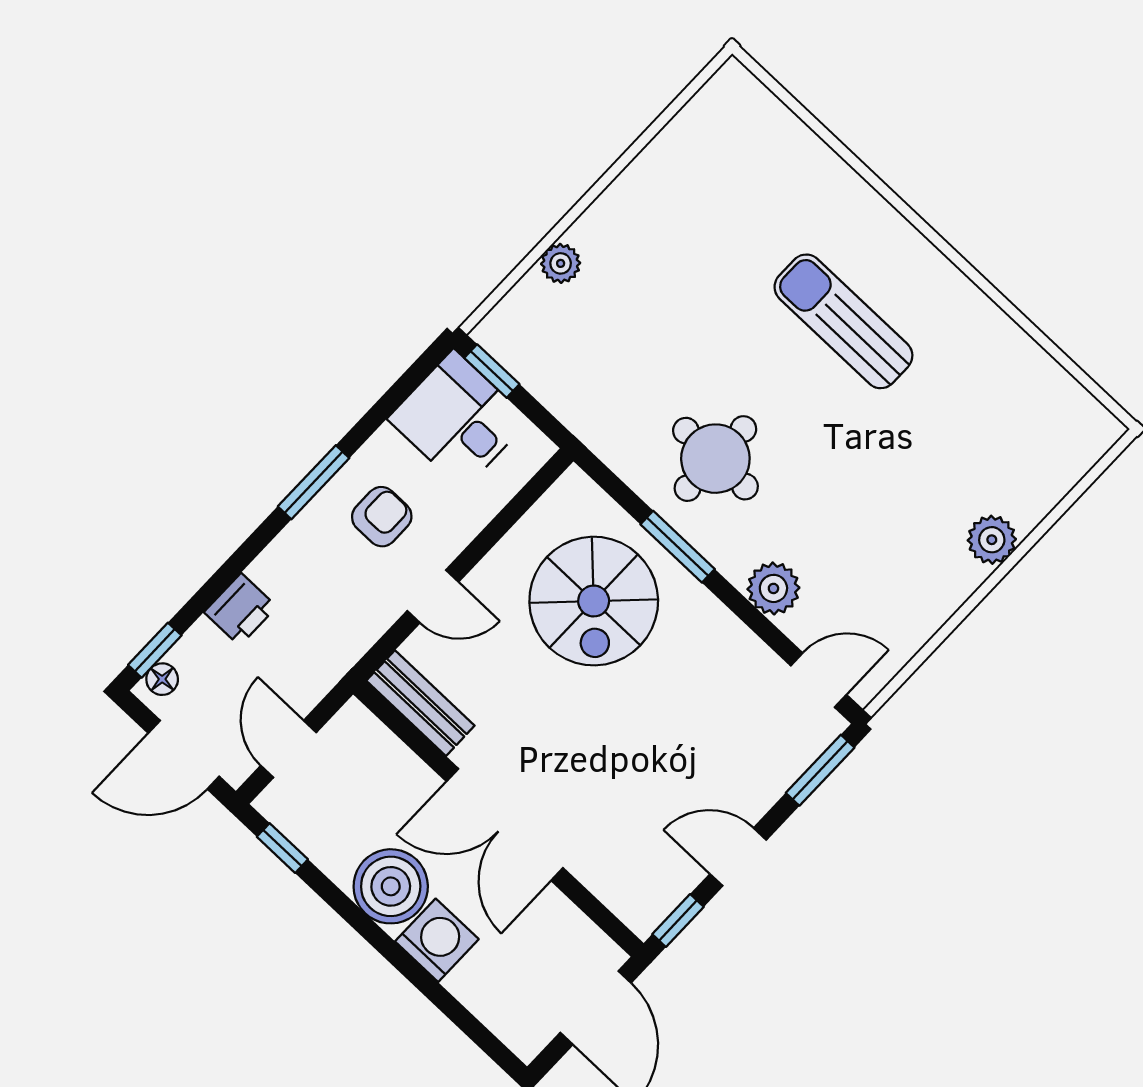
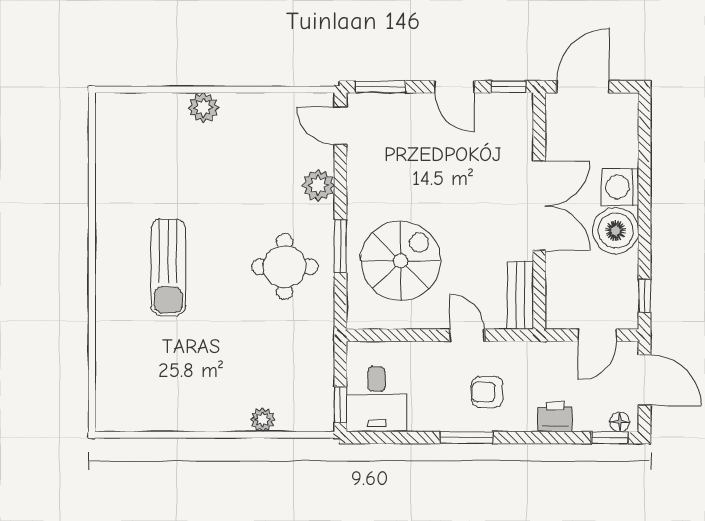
armchair: (382, 517) -> (487, 392), moved

